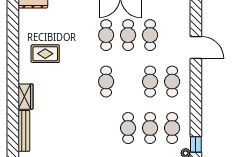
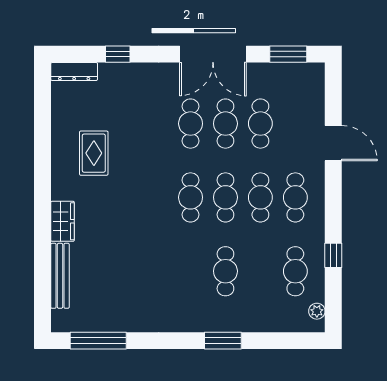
rug: (45, 54) -> (94, 153), turned 90
cafe table: (150, 128) -> (225, 197), moved
window: (196, 144) -> (333, 255), moved

